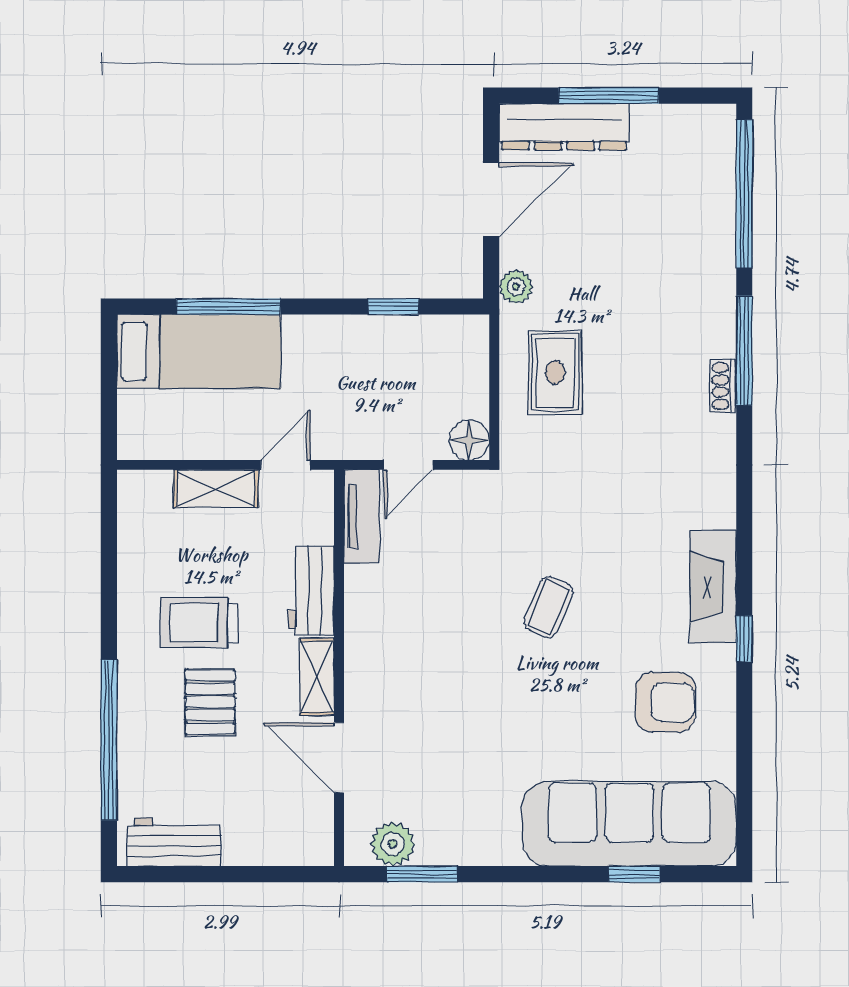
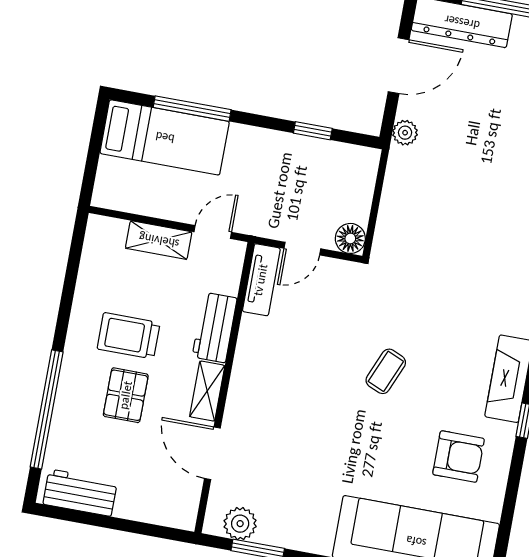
rug: (555, 373) -> (422, 201), removed

